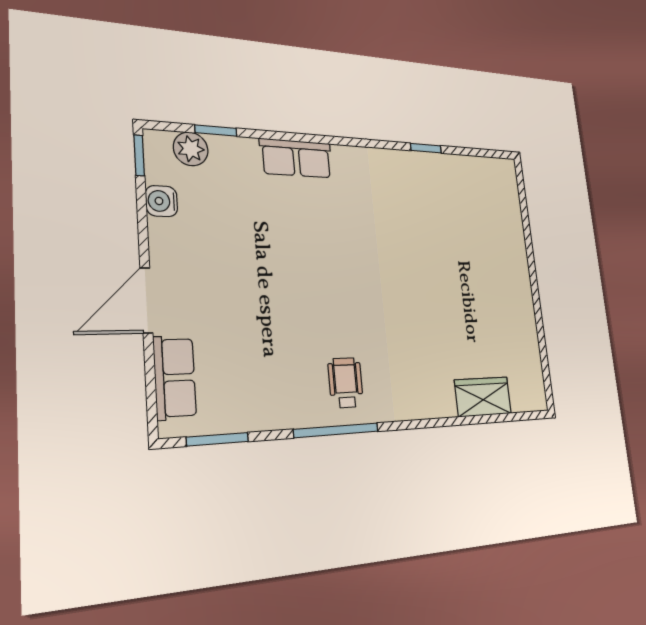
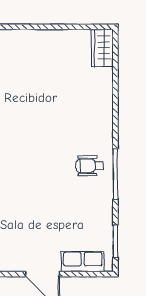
wardrobe: (483, 397) -> (102, 48), moved

